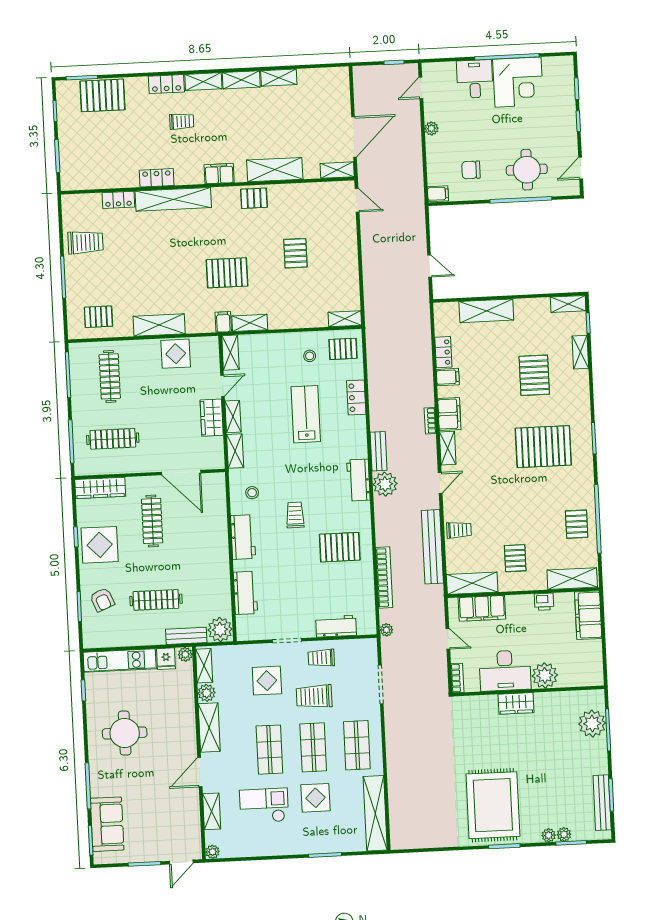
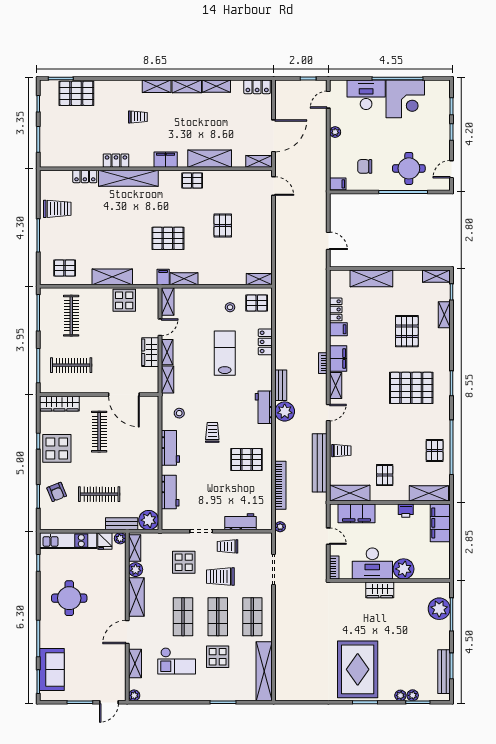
desk: (475, 79) -> (366, 95), width x1.37
locker: (166, 84) -> (257, 87), moved
checkout: (264, 806) -> (177, 661), turned 180

